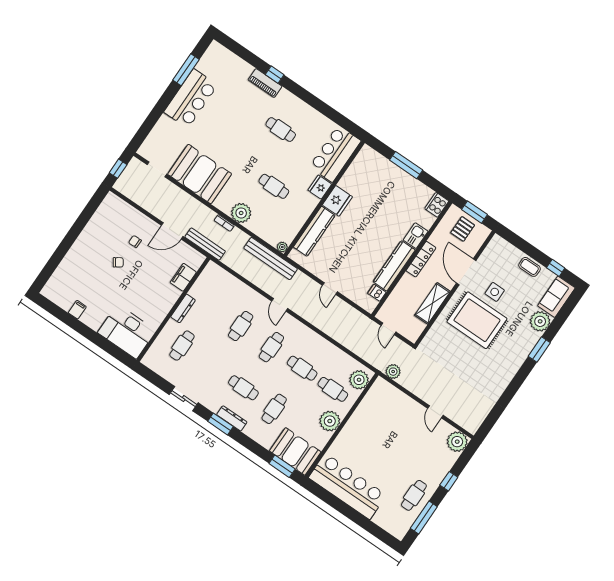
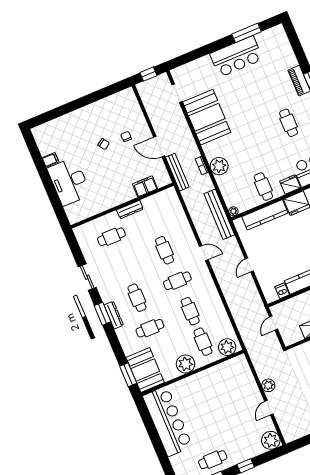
cafe table: (274, 186) -> (263, 187), moved
door: (280, 305) -> (204, 253), swing flipped
cafe table: (241, 326) -> (165, 250), turned 90
desk: (127, 332) -> (69, 181), moved
plant: (393, 372) -> (268, 385), moved

